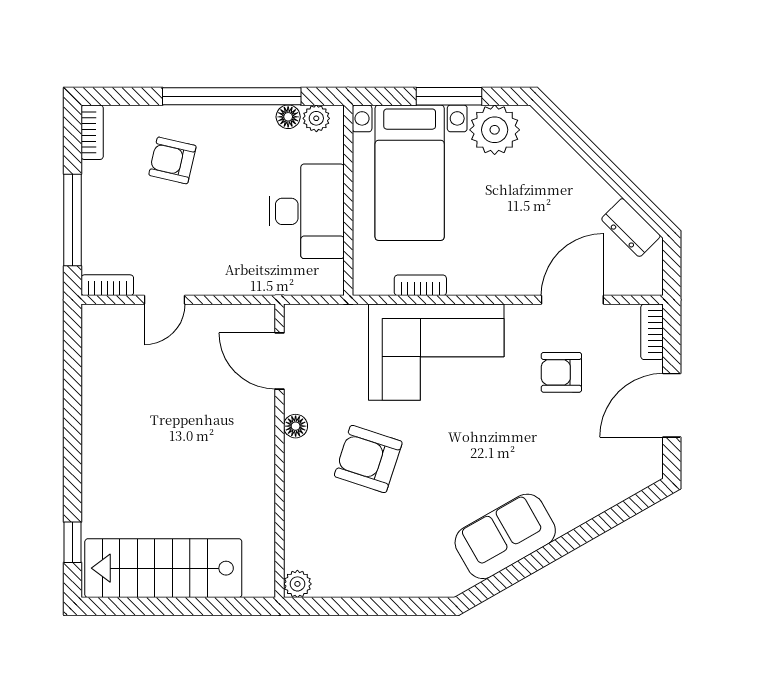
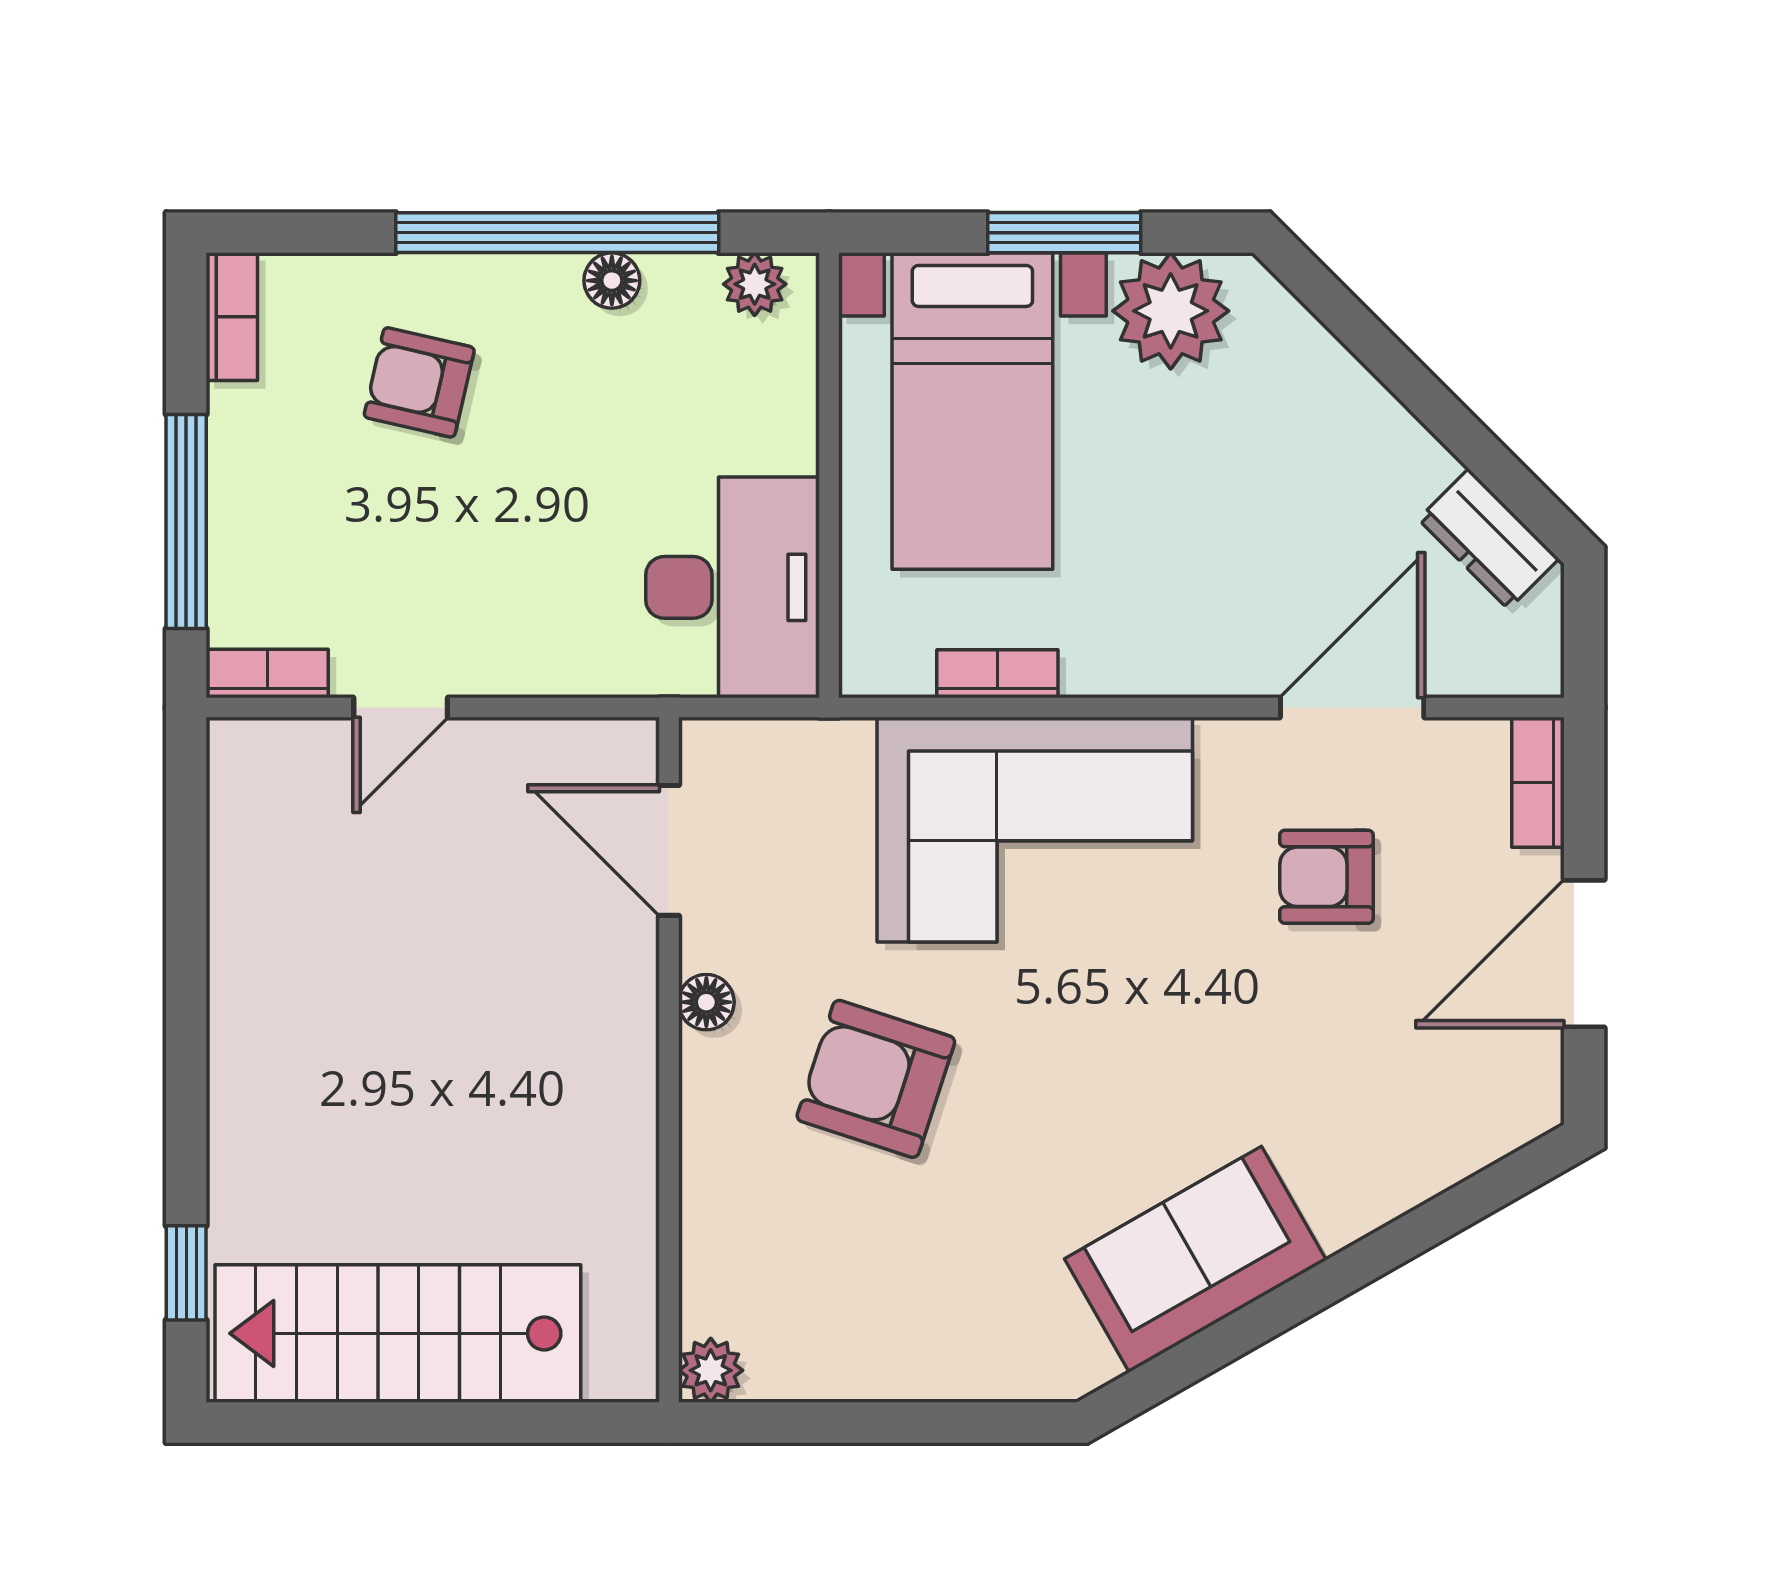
floor lamp: (288, 117) -> (612, 281), moved
desk: (307, 211) -> (733, 587), moved

